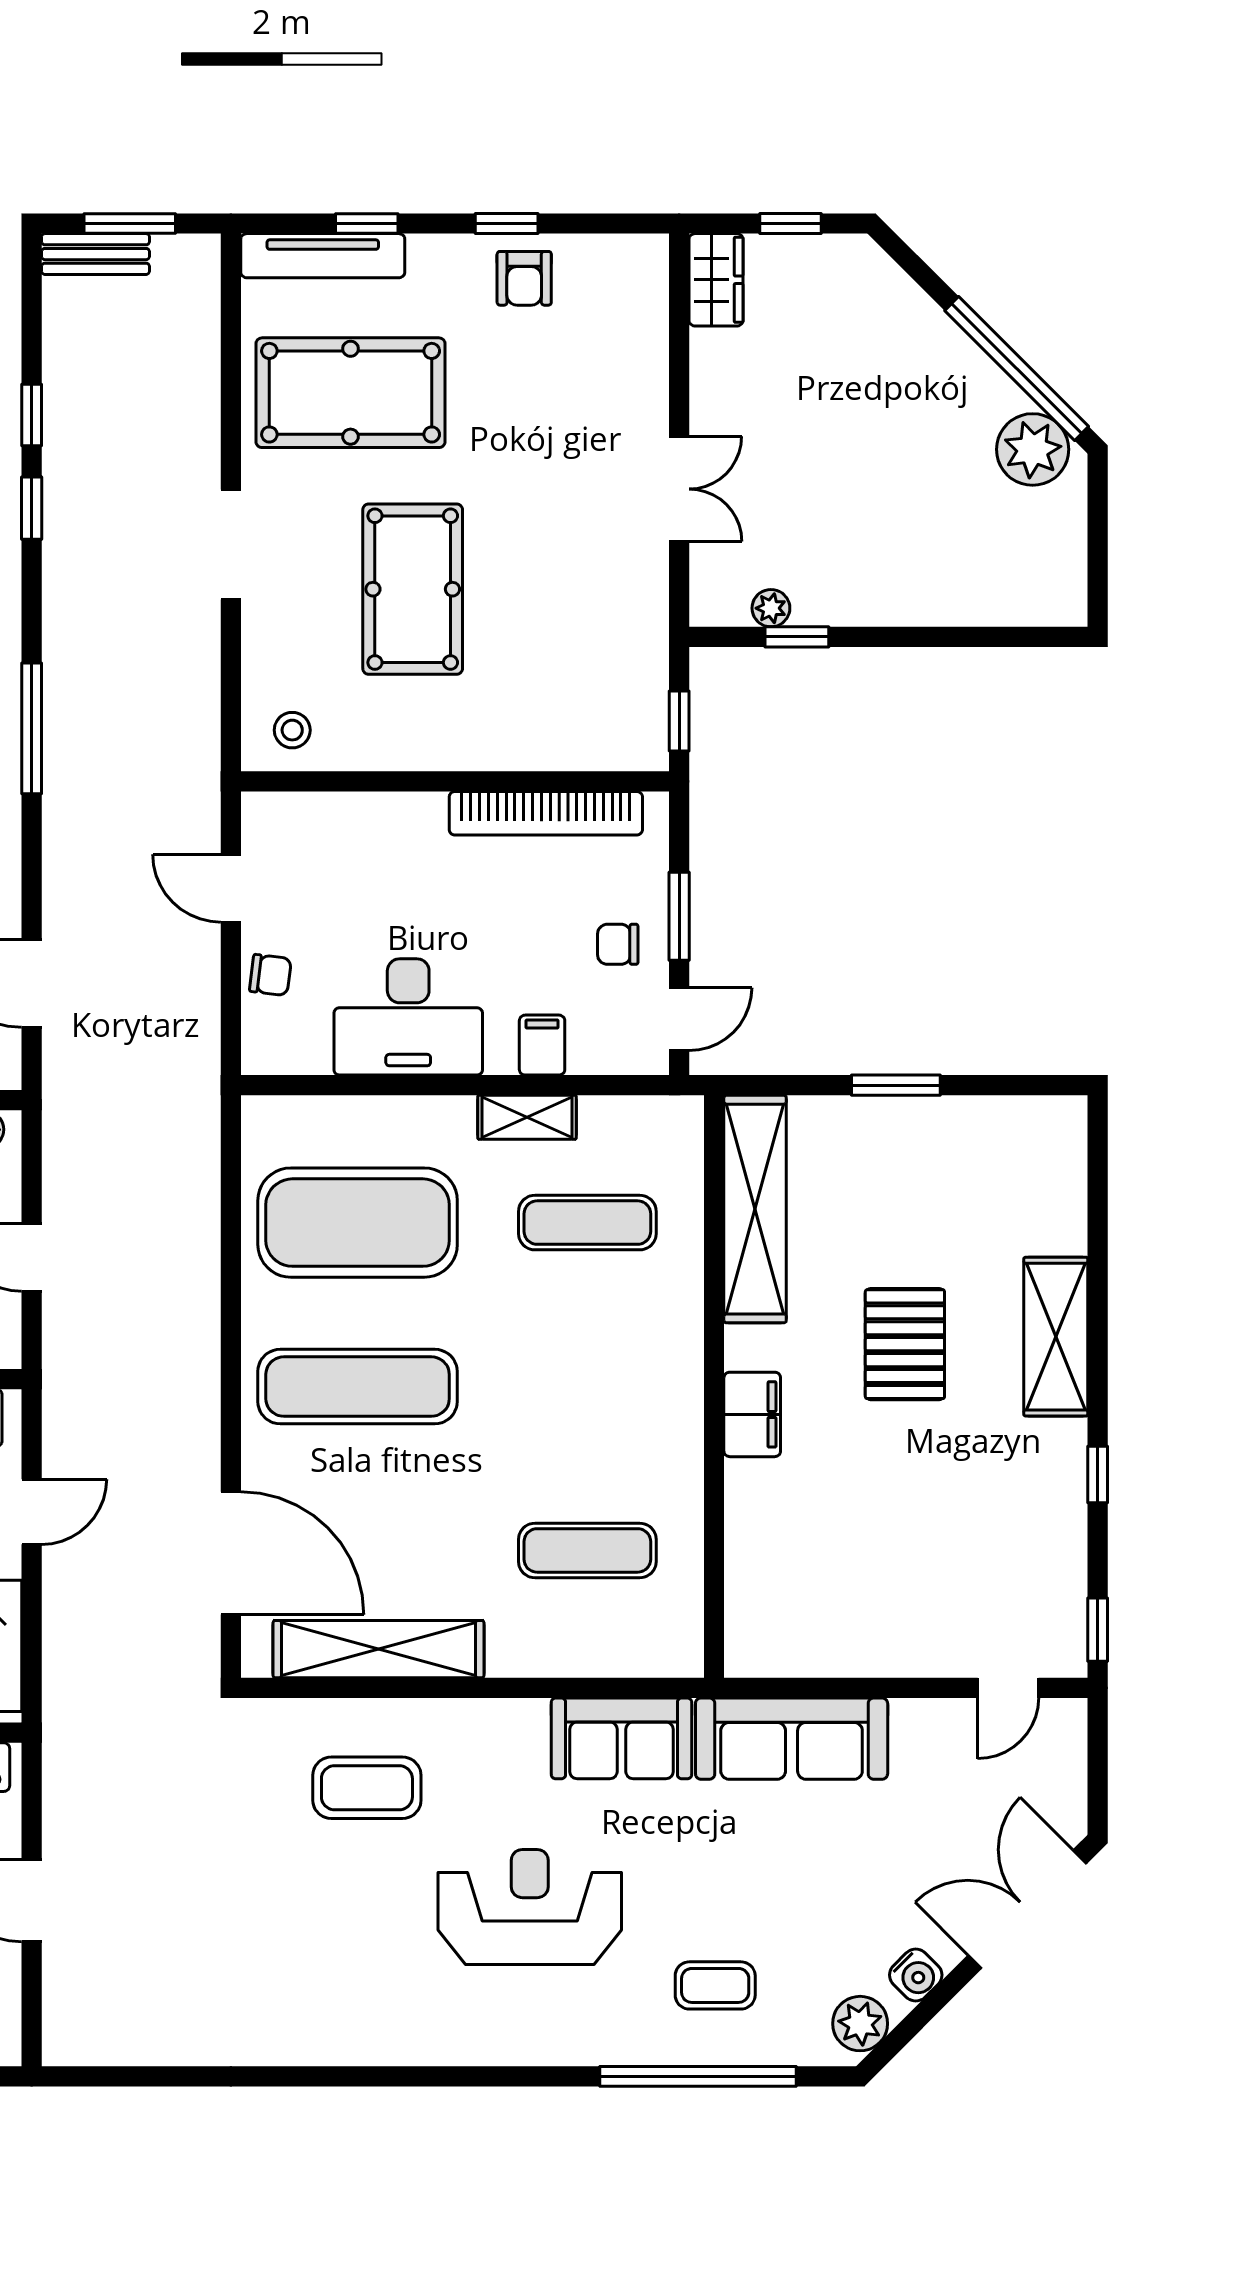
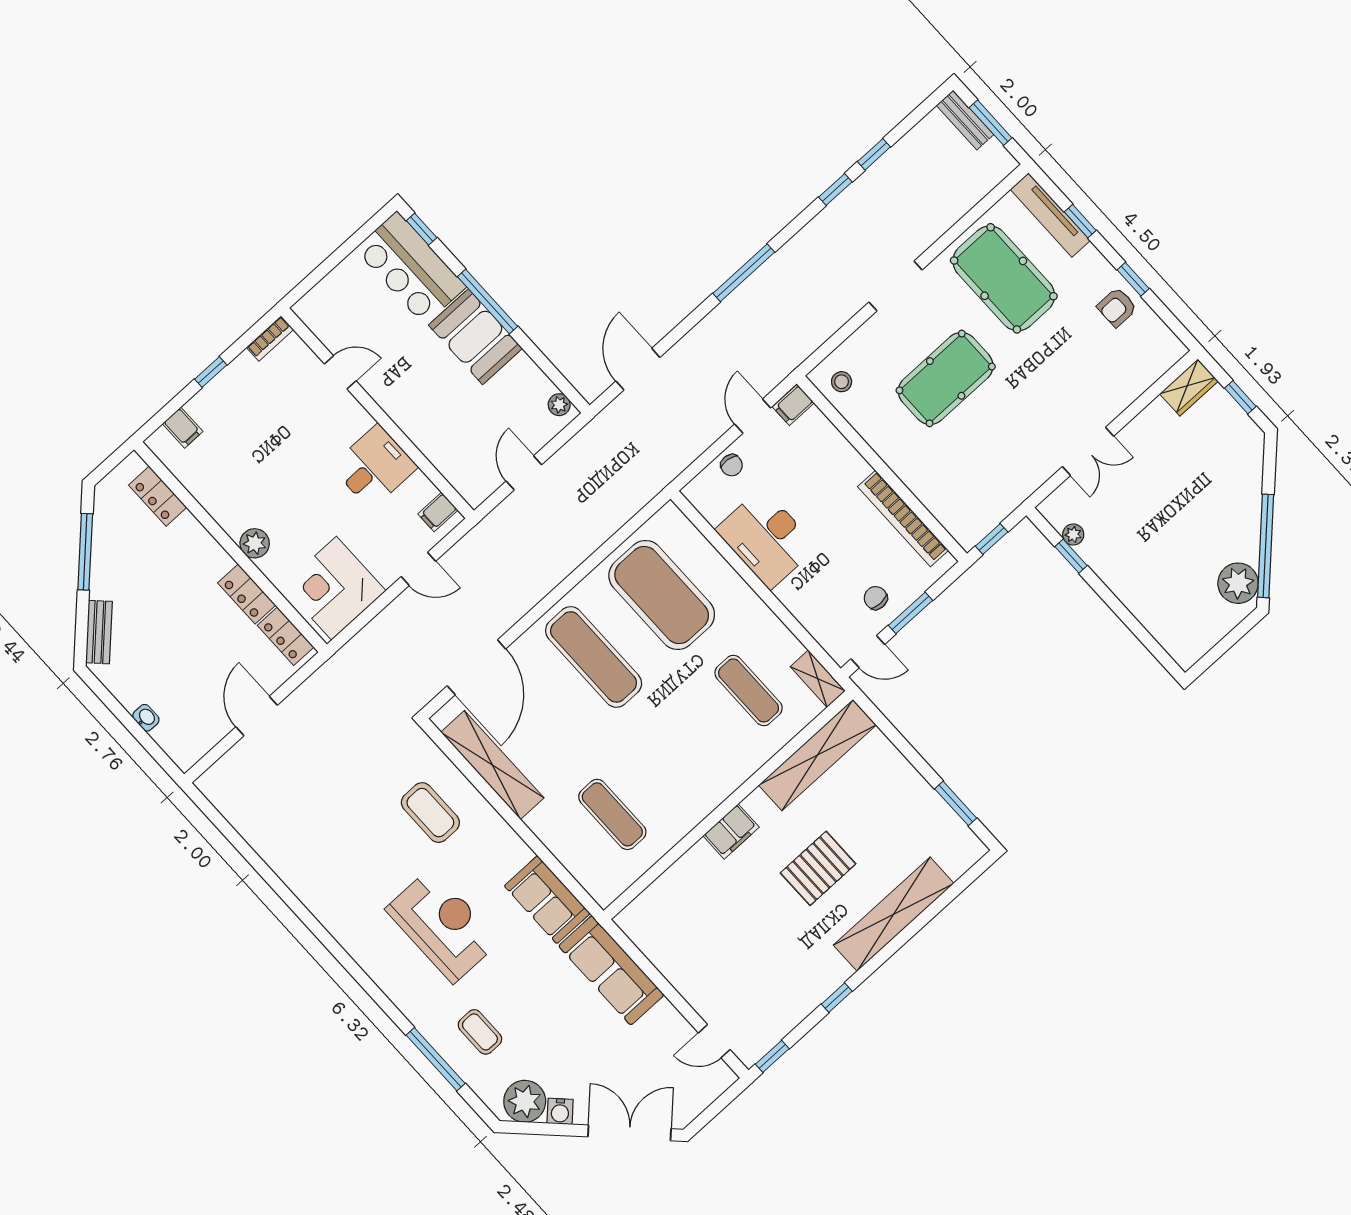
filing cabinet: (542, 1045) -> (793, 405), moved, turned 180
window: (896, 1085) -> (956, 803), moved
shelving: (527, 1117) -> (818, 679), moved
shelving: (1056, 1337) -> (894, 914), width x1.47
plant: (860, 2024) -> (525, 1101), width x1.36, depth x1.36
window: (698, 2076) -> (436, 1059), width x0.68

